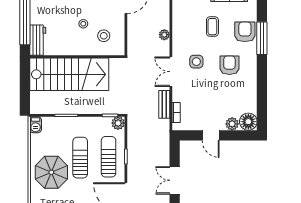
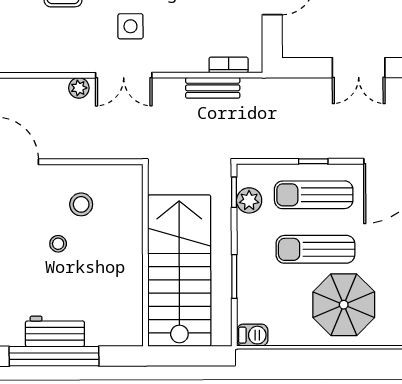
workbench: (38, 40) -> (55, 331), moved
wall: (77, 57) -> (145, 255), moved
double door: (171, 72) -> (124, 75), moved
stairs: (69, 74) -> (179, 270), moved
plant: (118, 123) -> (249, 200), moved

